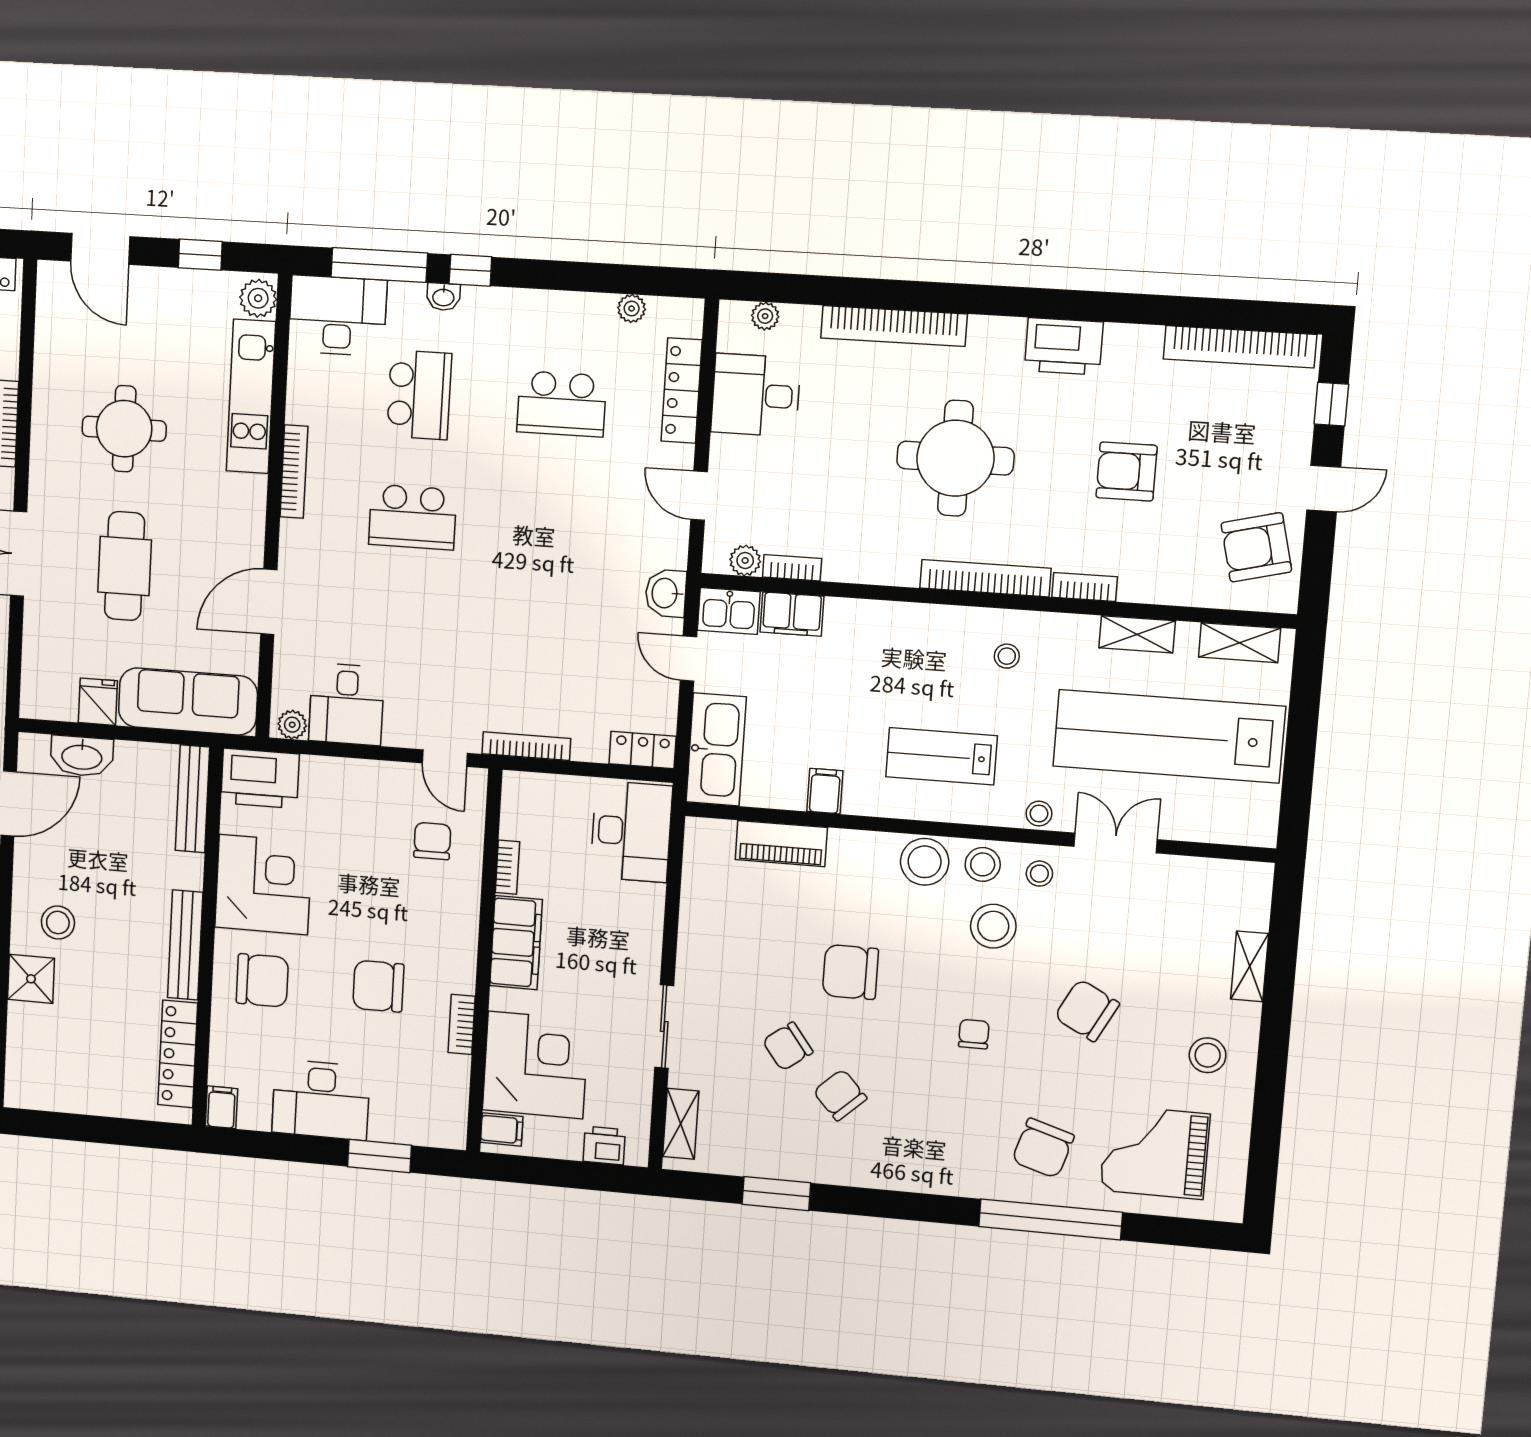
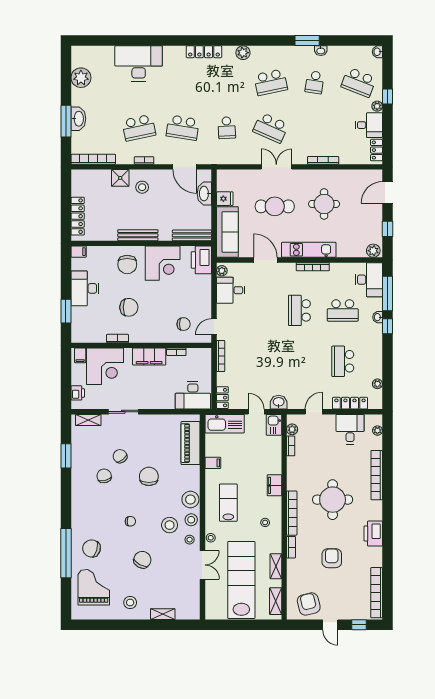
kitchen unit: (251, 396) -> (309, 250), moved
filing cabinet: (792, 614) -> (274, 485), moved
door: (688, 659) -> (256, 412), hinge flipped
piano: (781, 843) -> (191, 443), width x1.37, depth x1.33
chair: (378, 986) -> (129, 307), turned 90
locker: (178, 1054) -> (78, 216), moved, turned 90
chair: (840, 1095) -> (104, 476), turned -61

